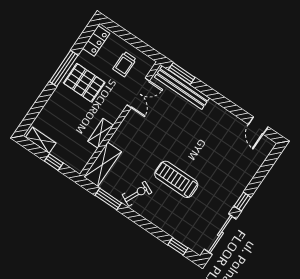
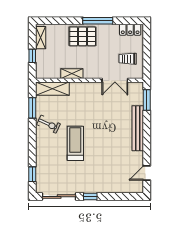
pallet: (84, 83) -> (83, 36), moved, turned 90
bench: (182, 88) -> (138, 128), moved

